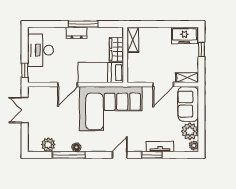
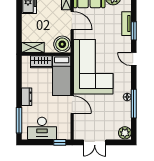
window: (83, 24) -> (19, 120), moved
boiler: (136, 73) -> (62, 44), added
plant: (48, 145) -> (125, 133), moved

